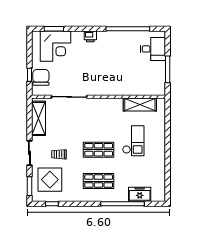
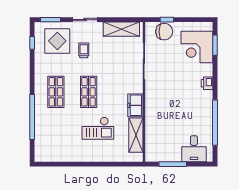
freezer: (140, 194) -> (135, 105), moved, turned 180

